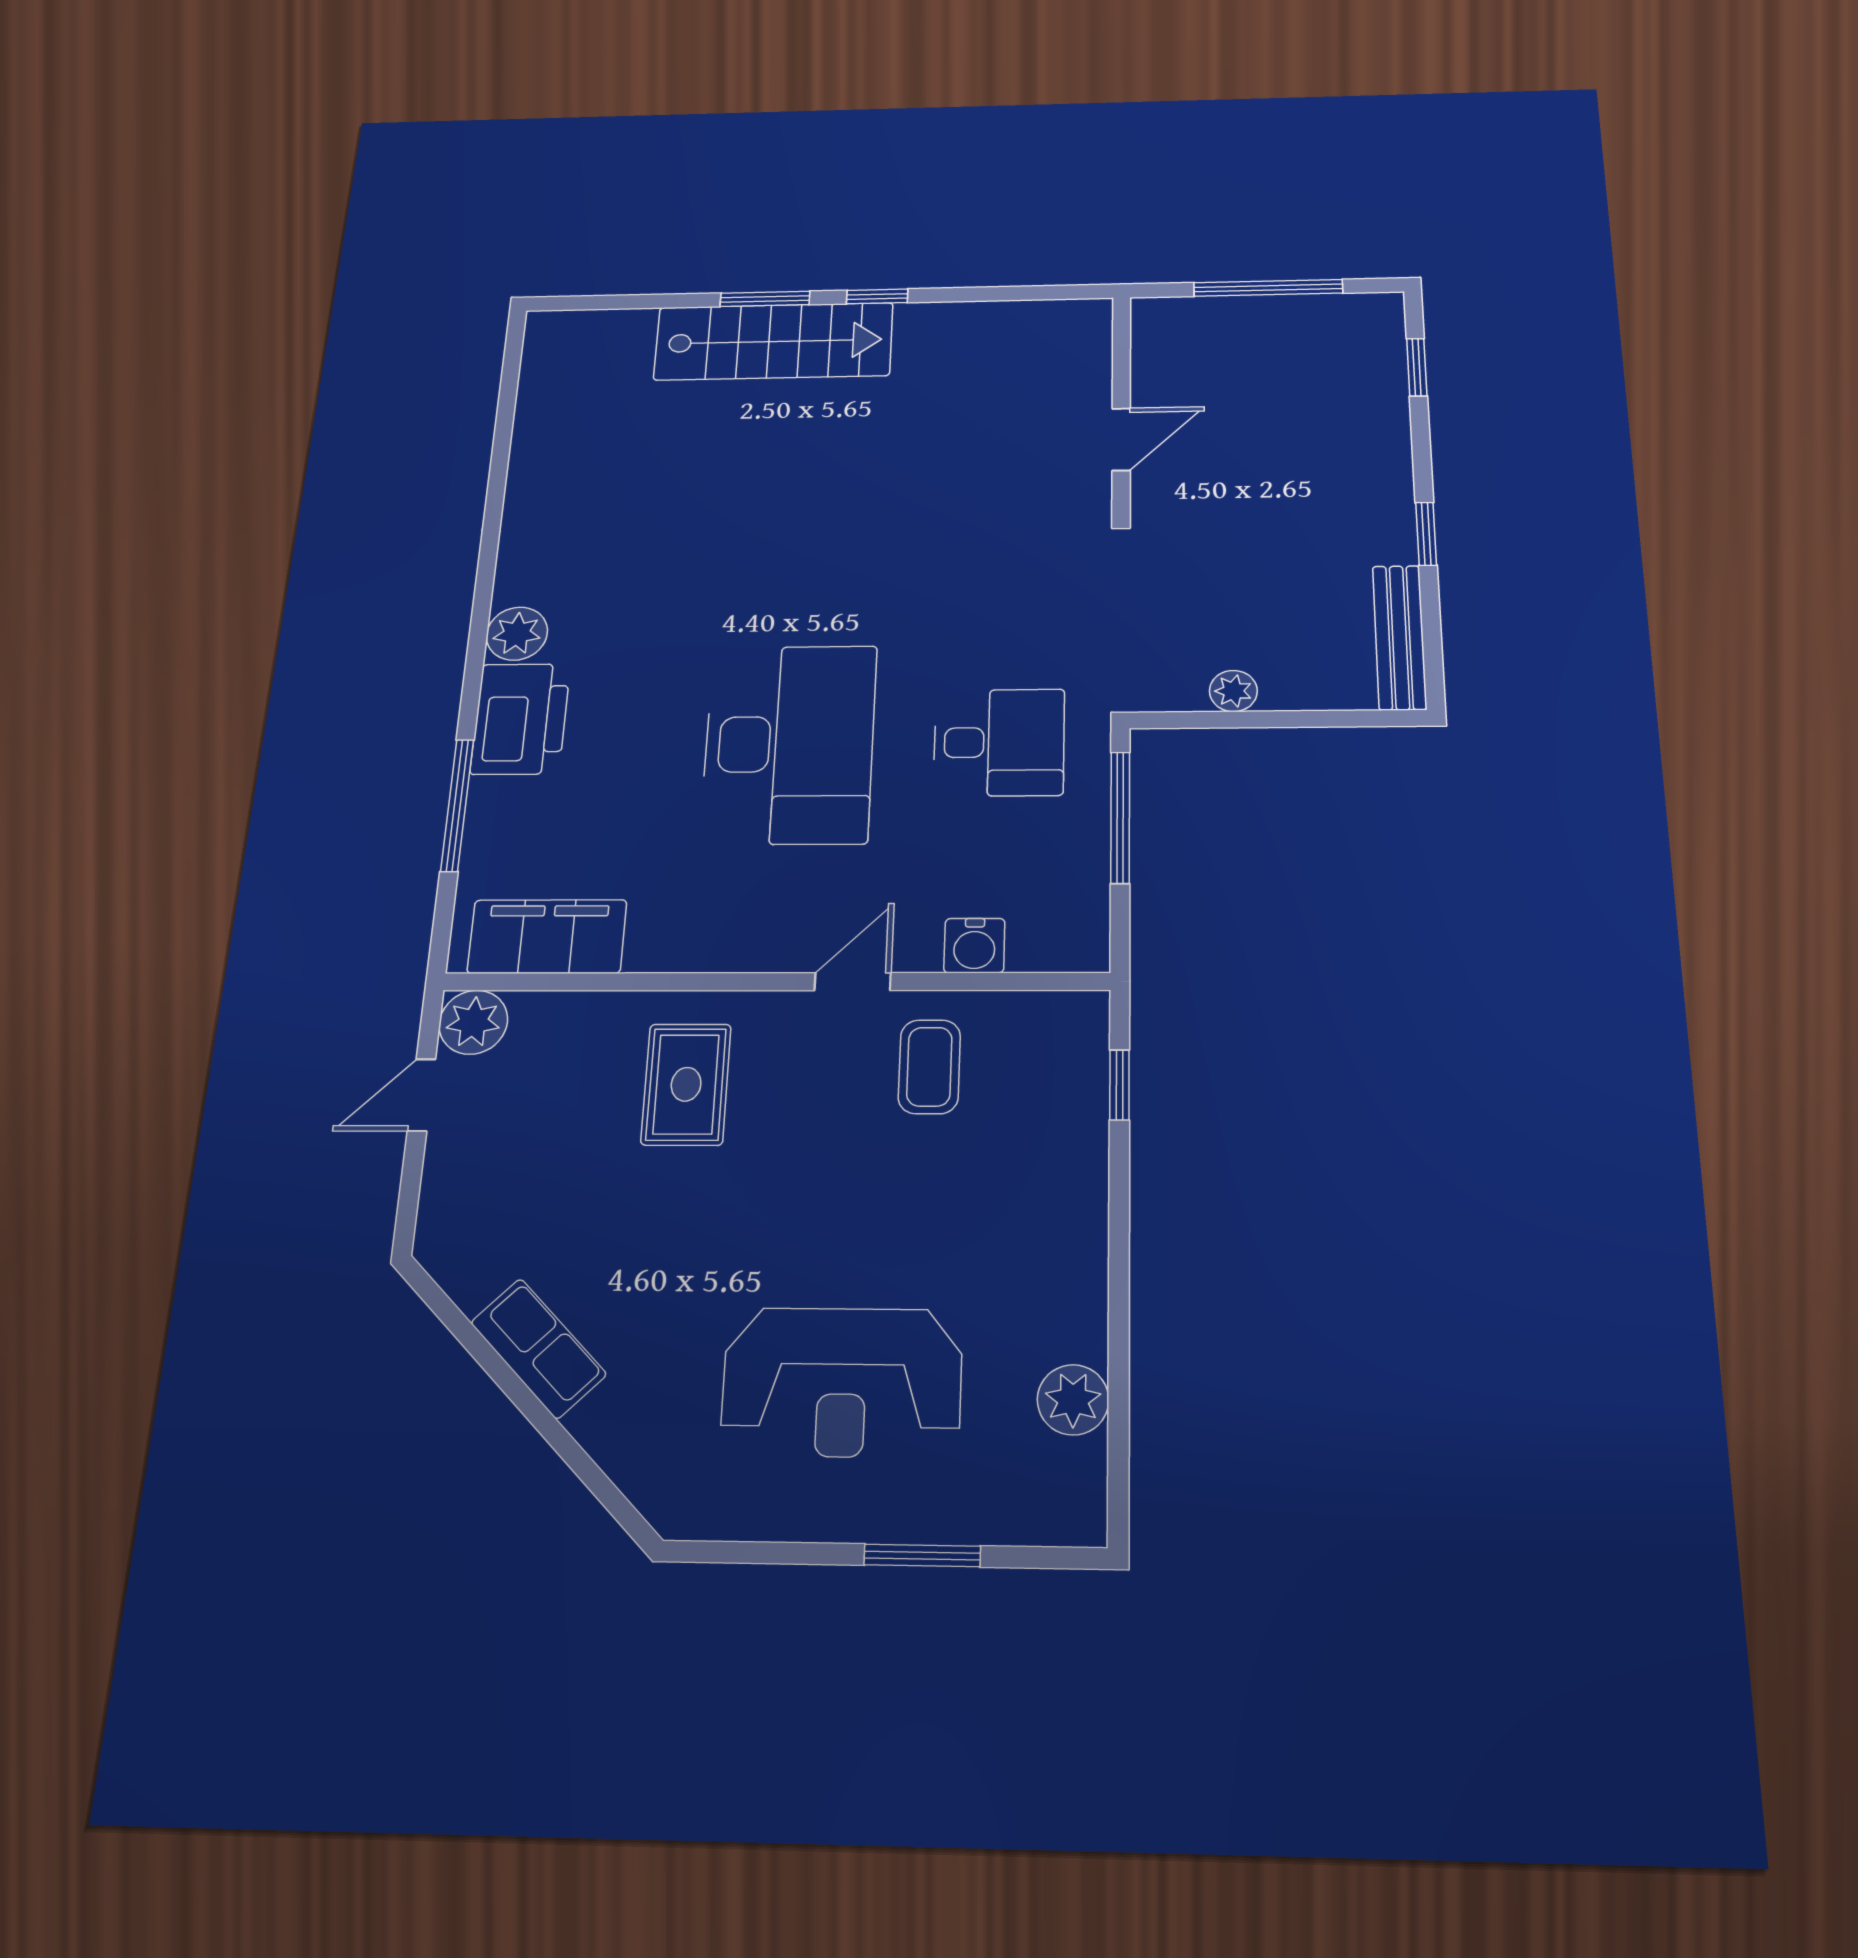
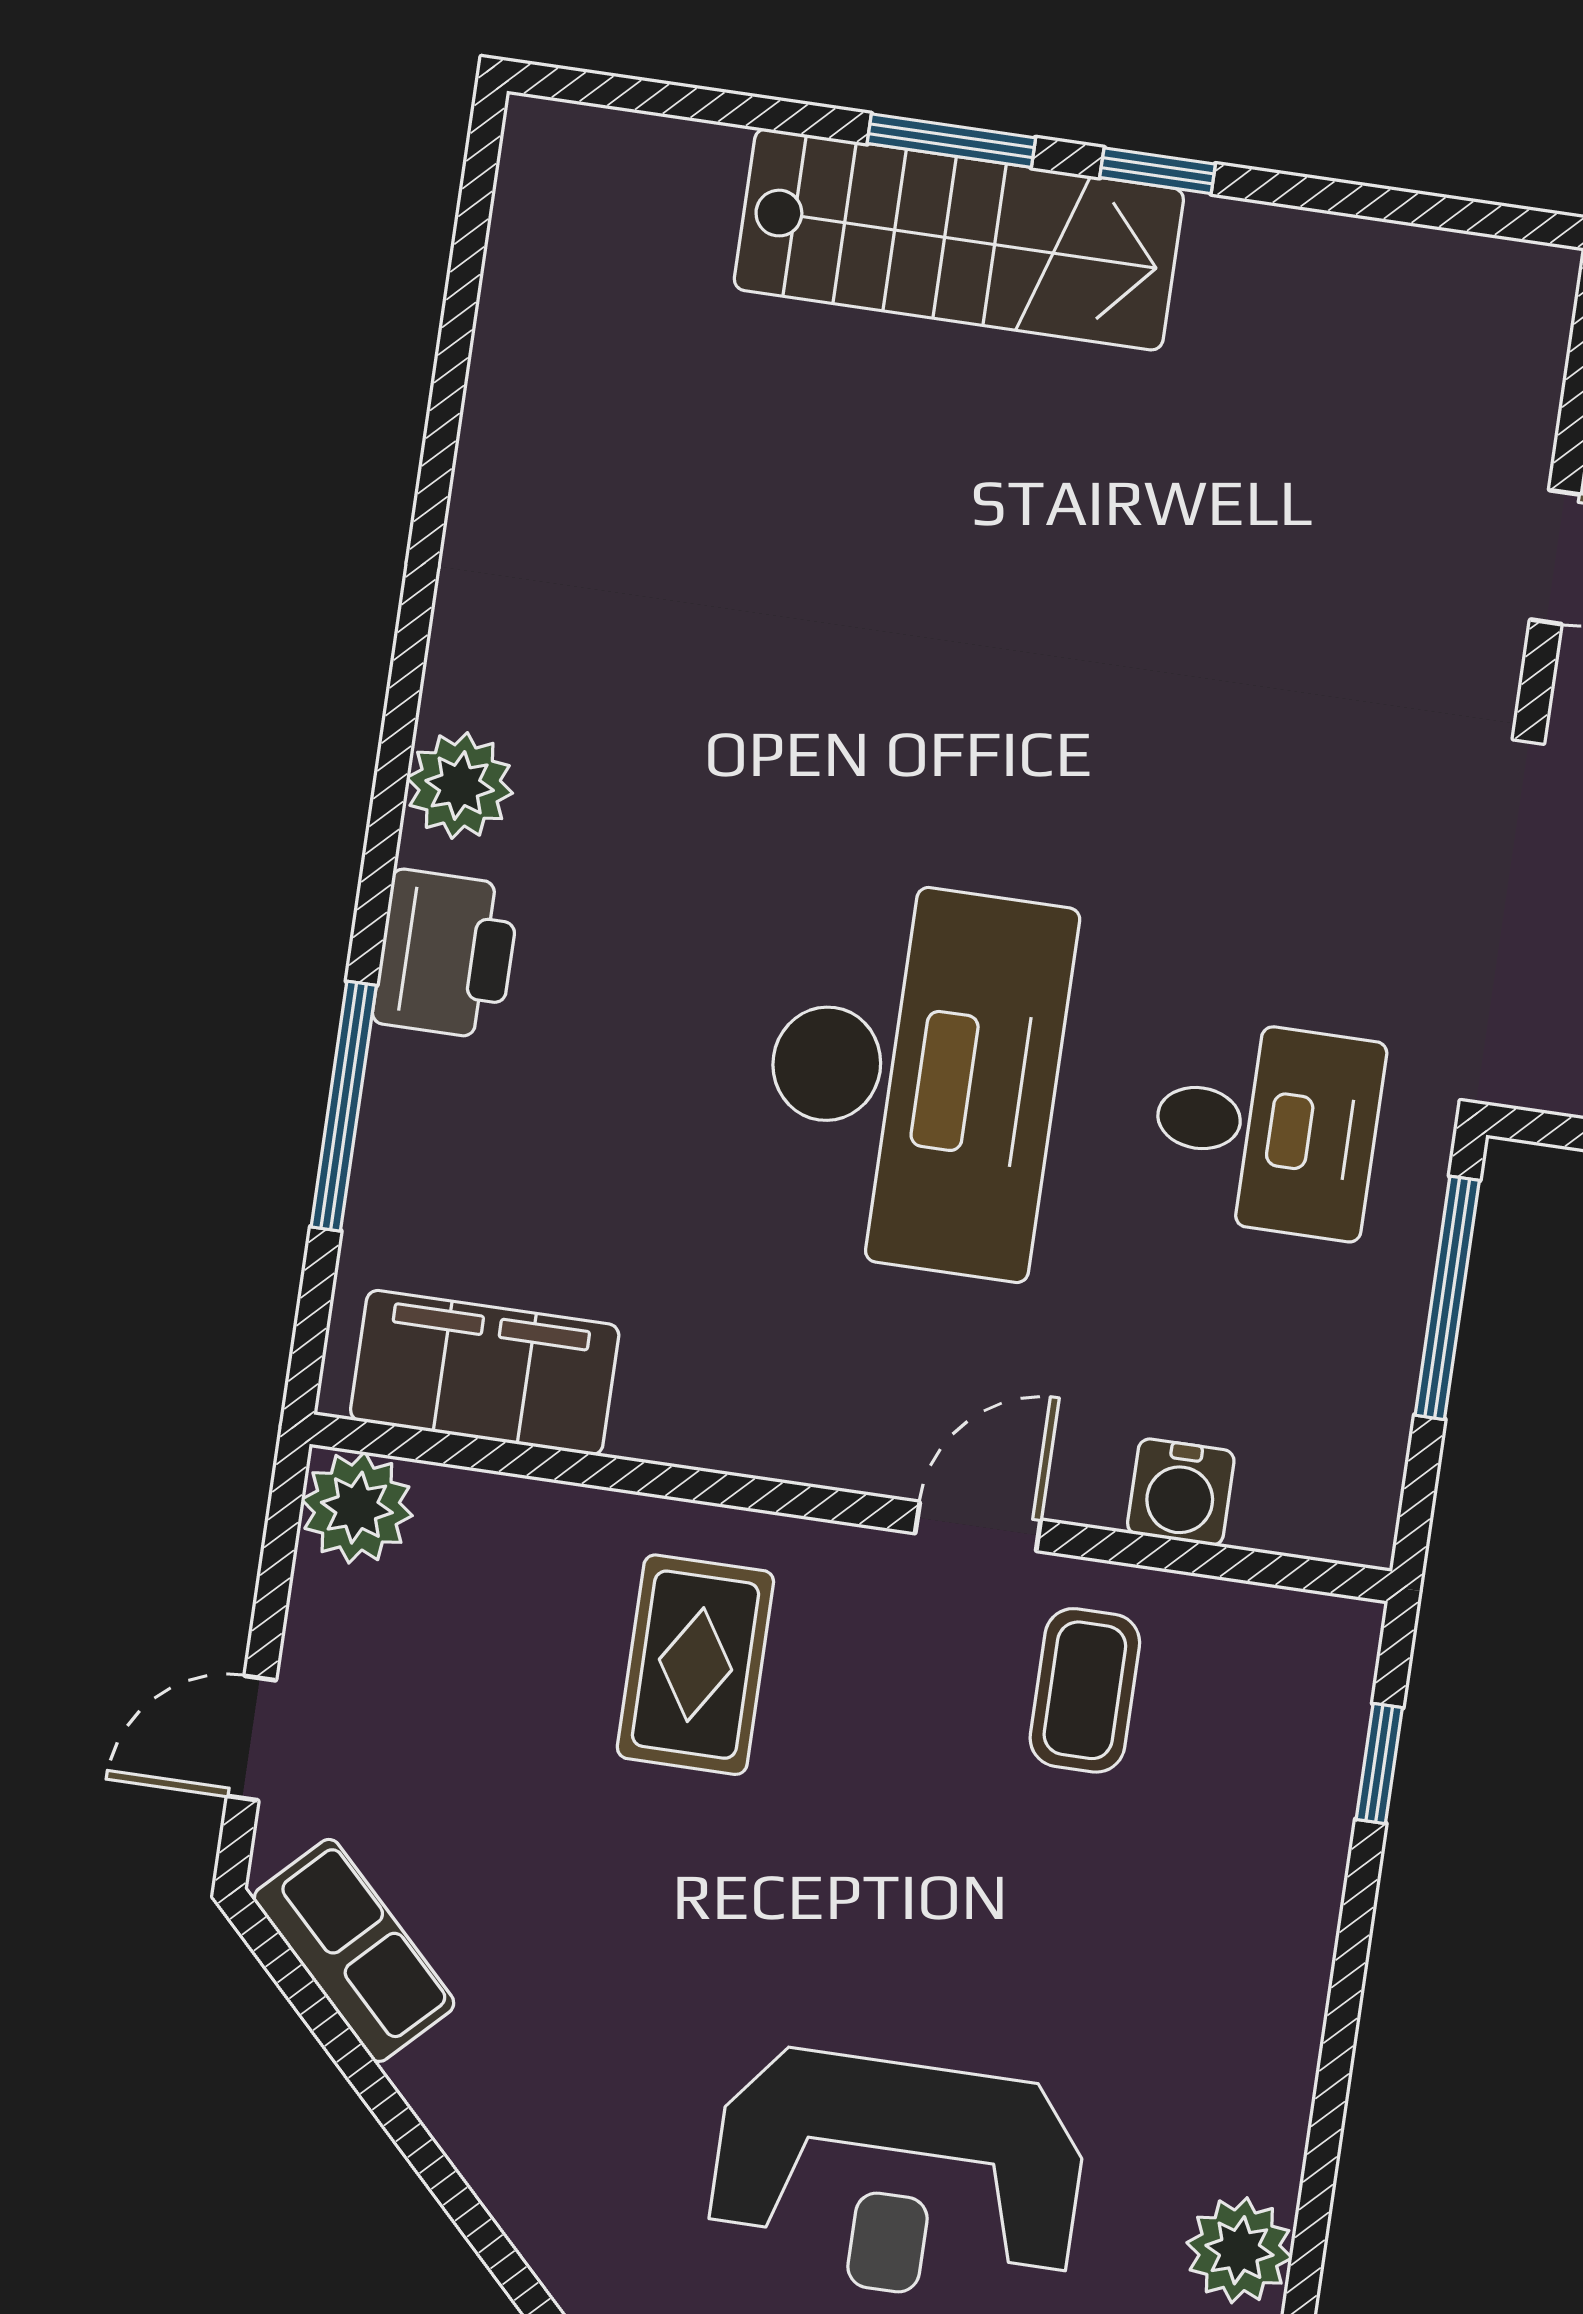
printer: (520, 719) -> (446, 954), width x0.73, depth x0.84
door: (421, 1095) -> (251, 1738), moved
row of seats: (538, 1348) -> (354, 1950), moved

